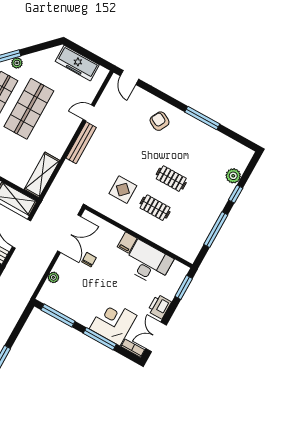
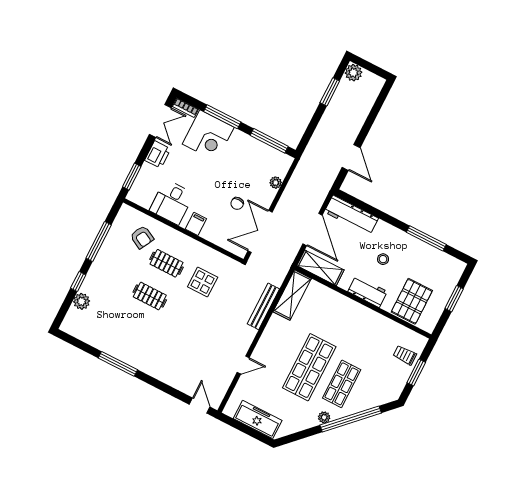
armchair: (160, 121) -> (142, 237), moved
bench: (81, 143) -> (263, 306), moved
desk: (148, 263) -> (172, 202), width x0.73

